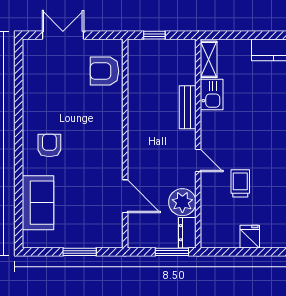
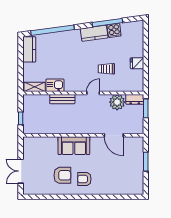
armchair: (105, 71) -> (62, 175), moved, turned -90
door: (125, 196) -> (114, 135), swing flipped
sofa: (38, 203) -> (74, 146), moved, turned 180

